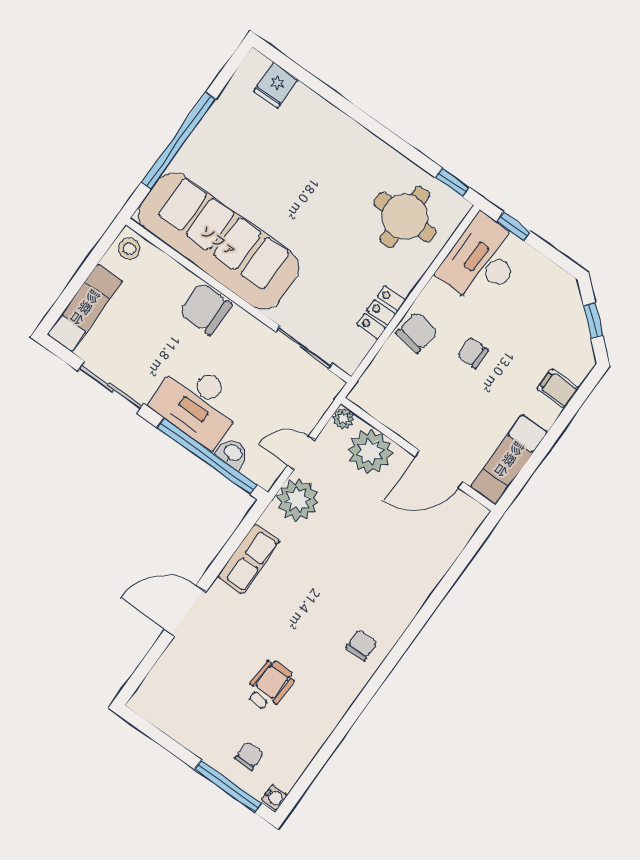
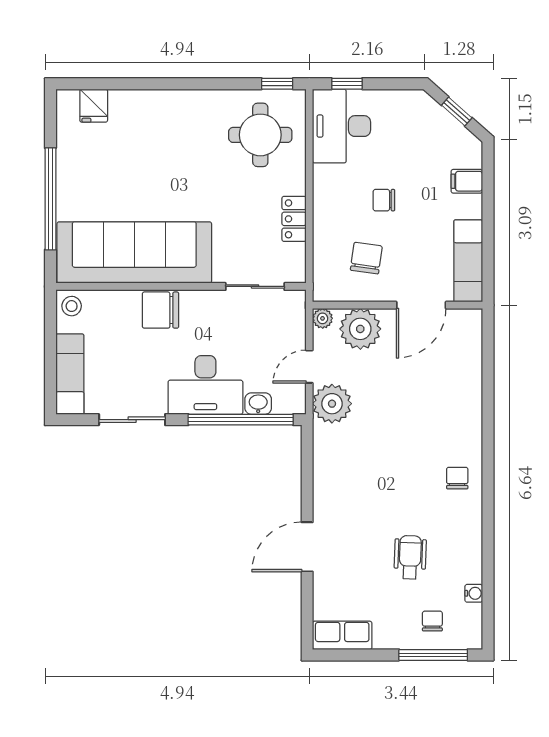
chair: (417, 332) -> (366, 258), moved
row of seats: (249, 559) -> (342, 635), moved, turned -90
water cooler: (275, 797) -> (474, 593), moved

